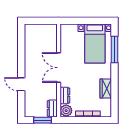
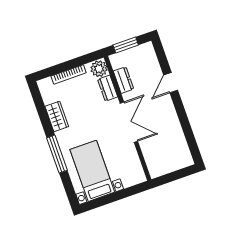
window: (115, 49) -> (57, 154), moved
door: (21, 84) -> (171, 83), swing flipped
dresser: (52, 109) -> (124, 80), moved

